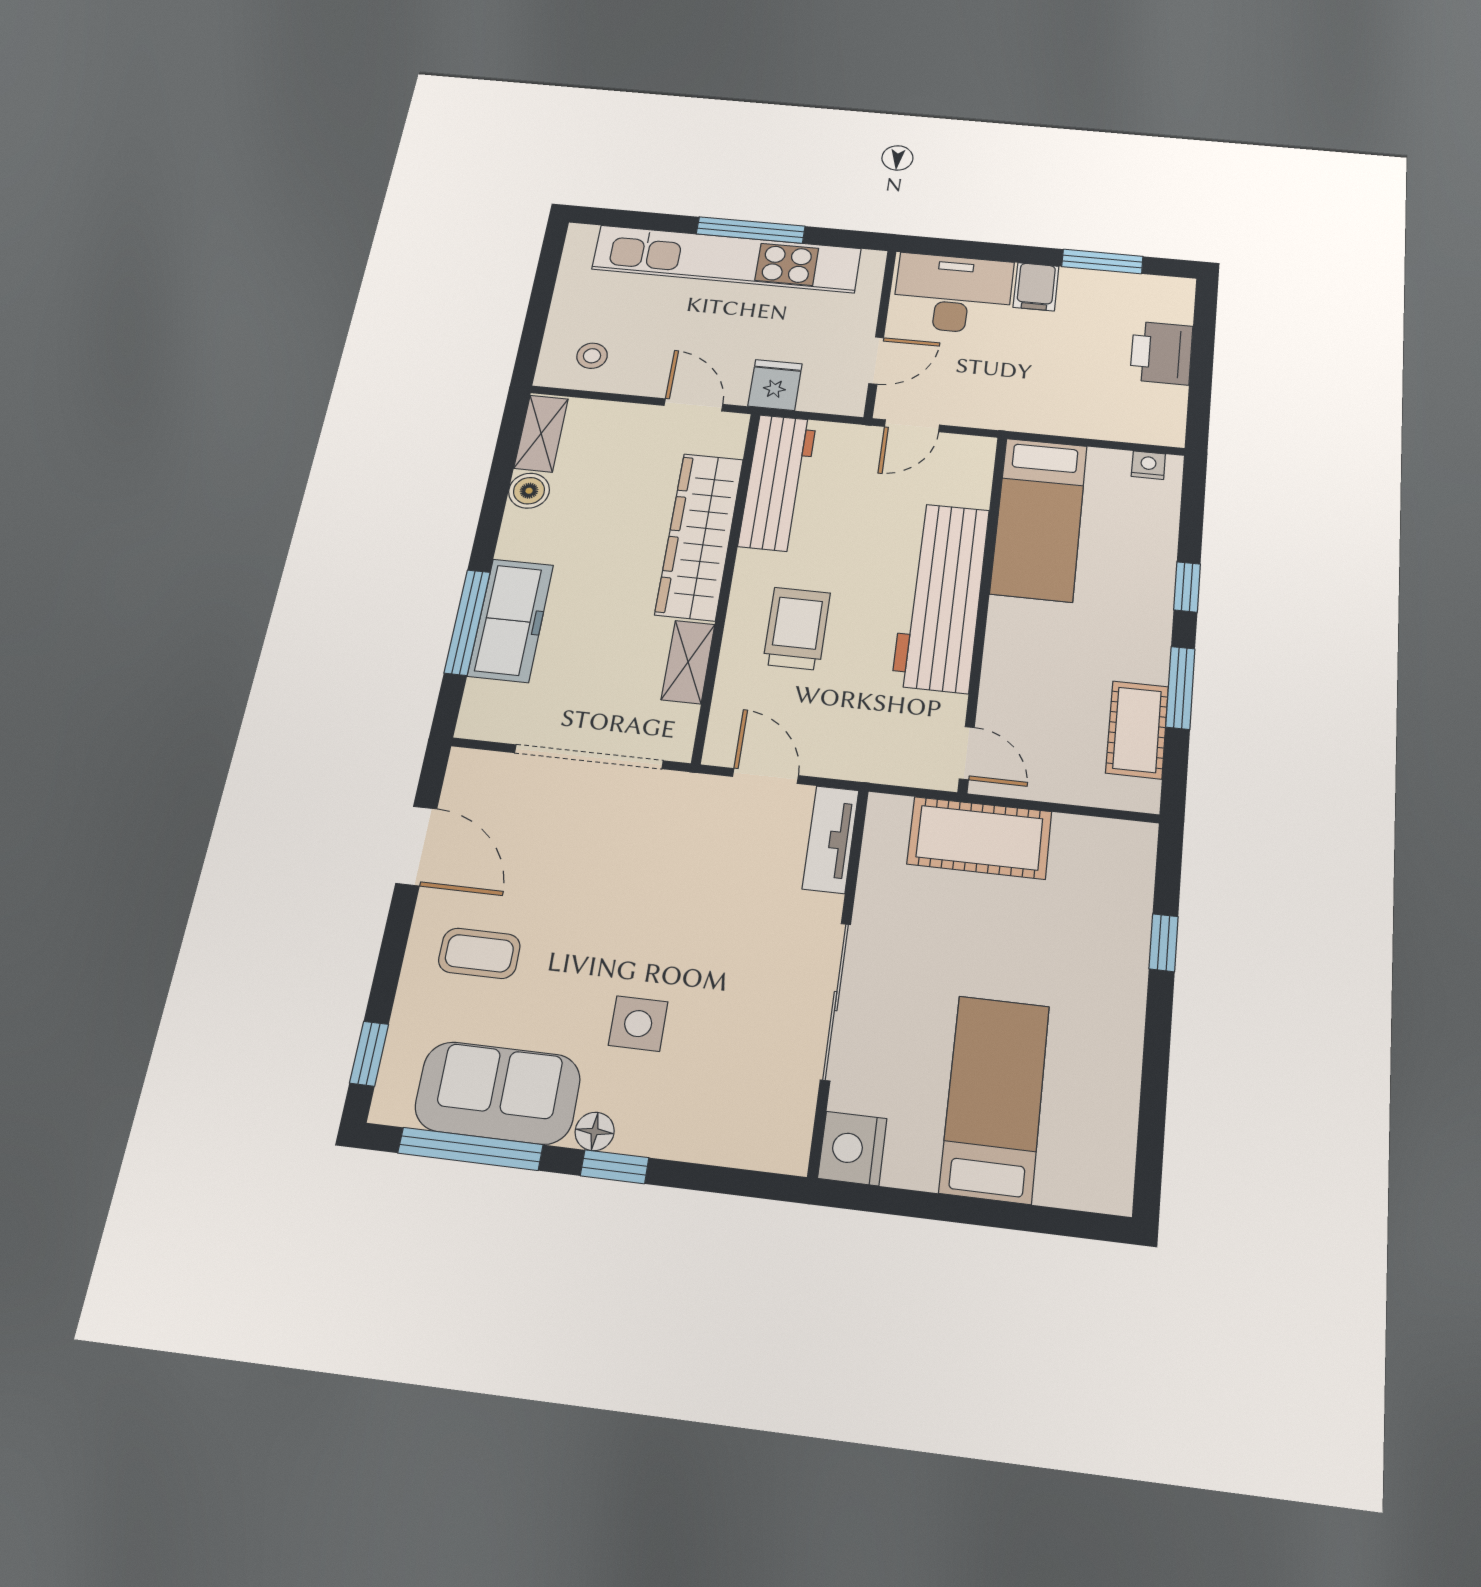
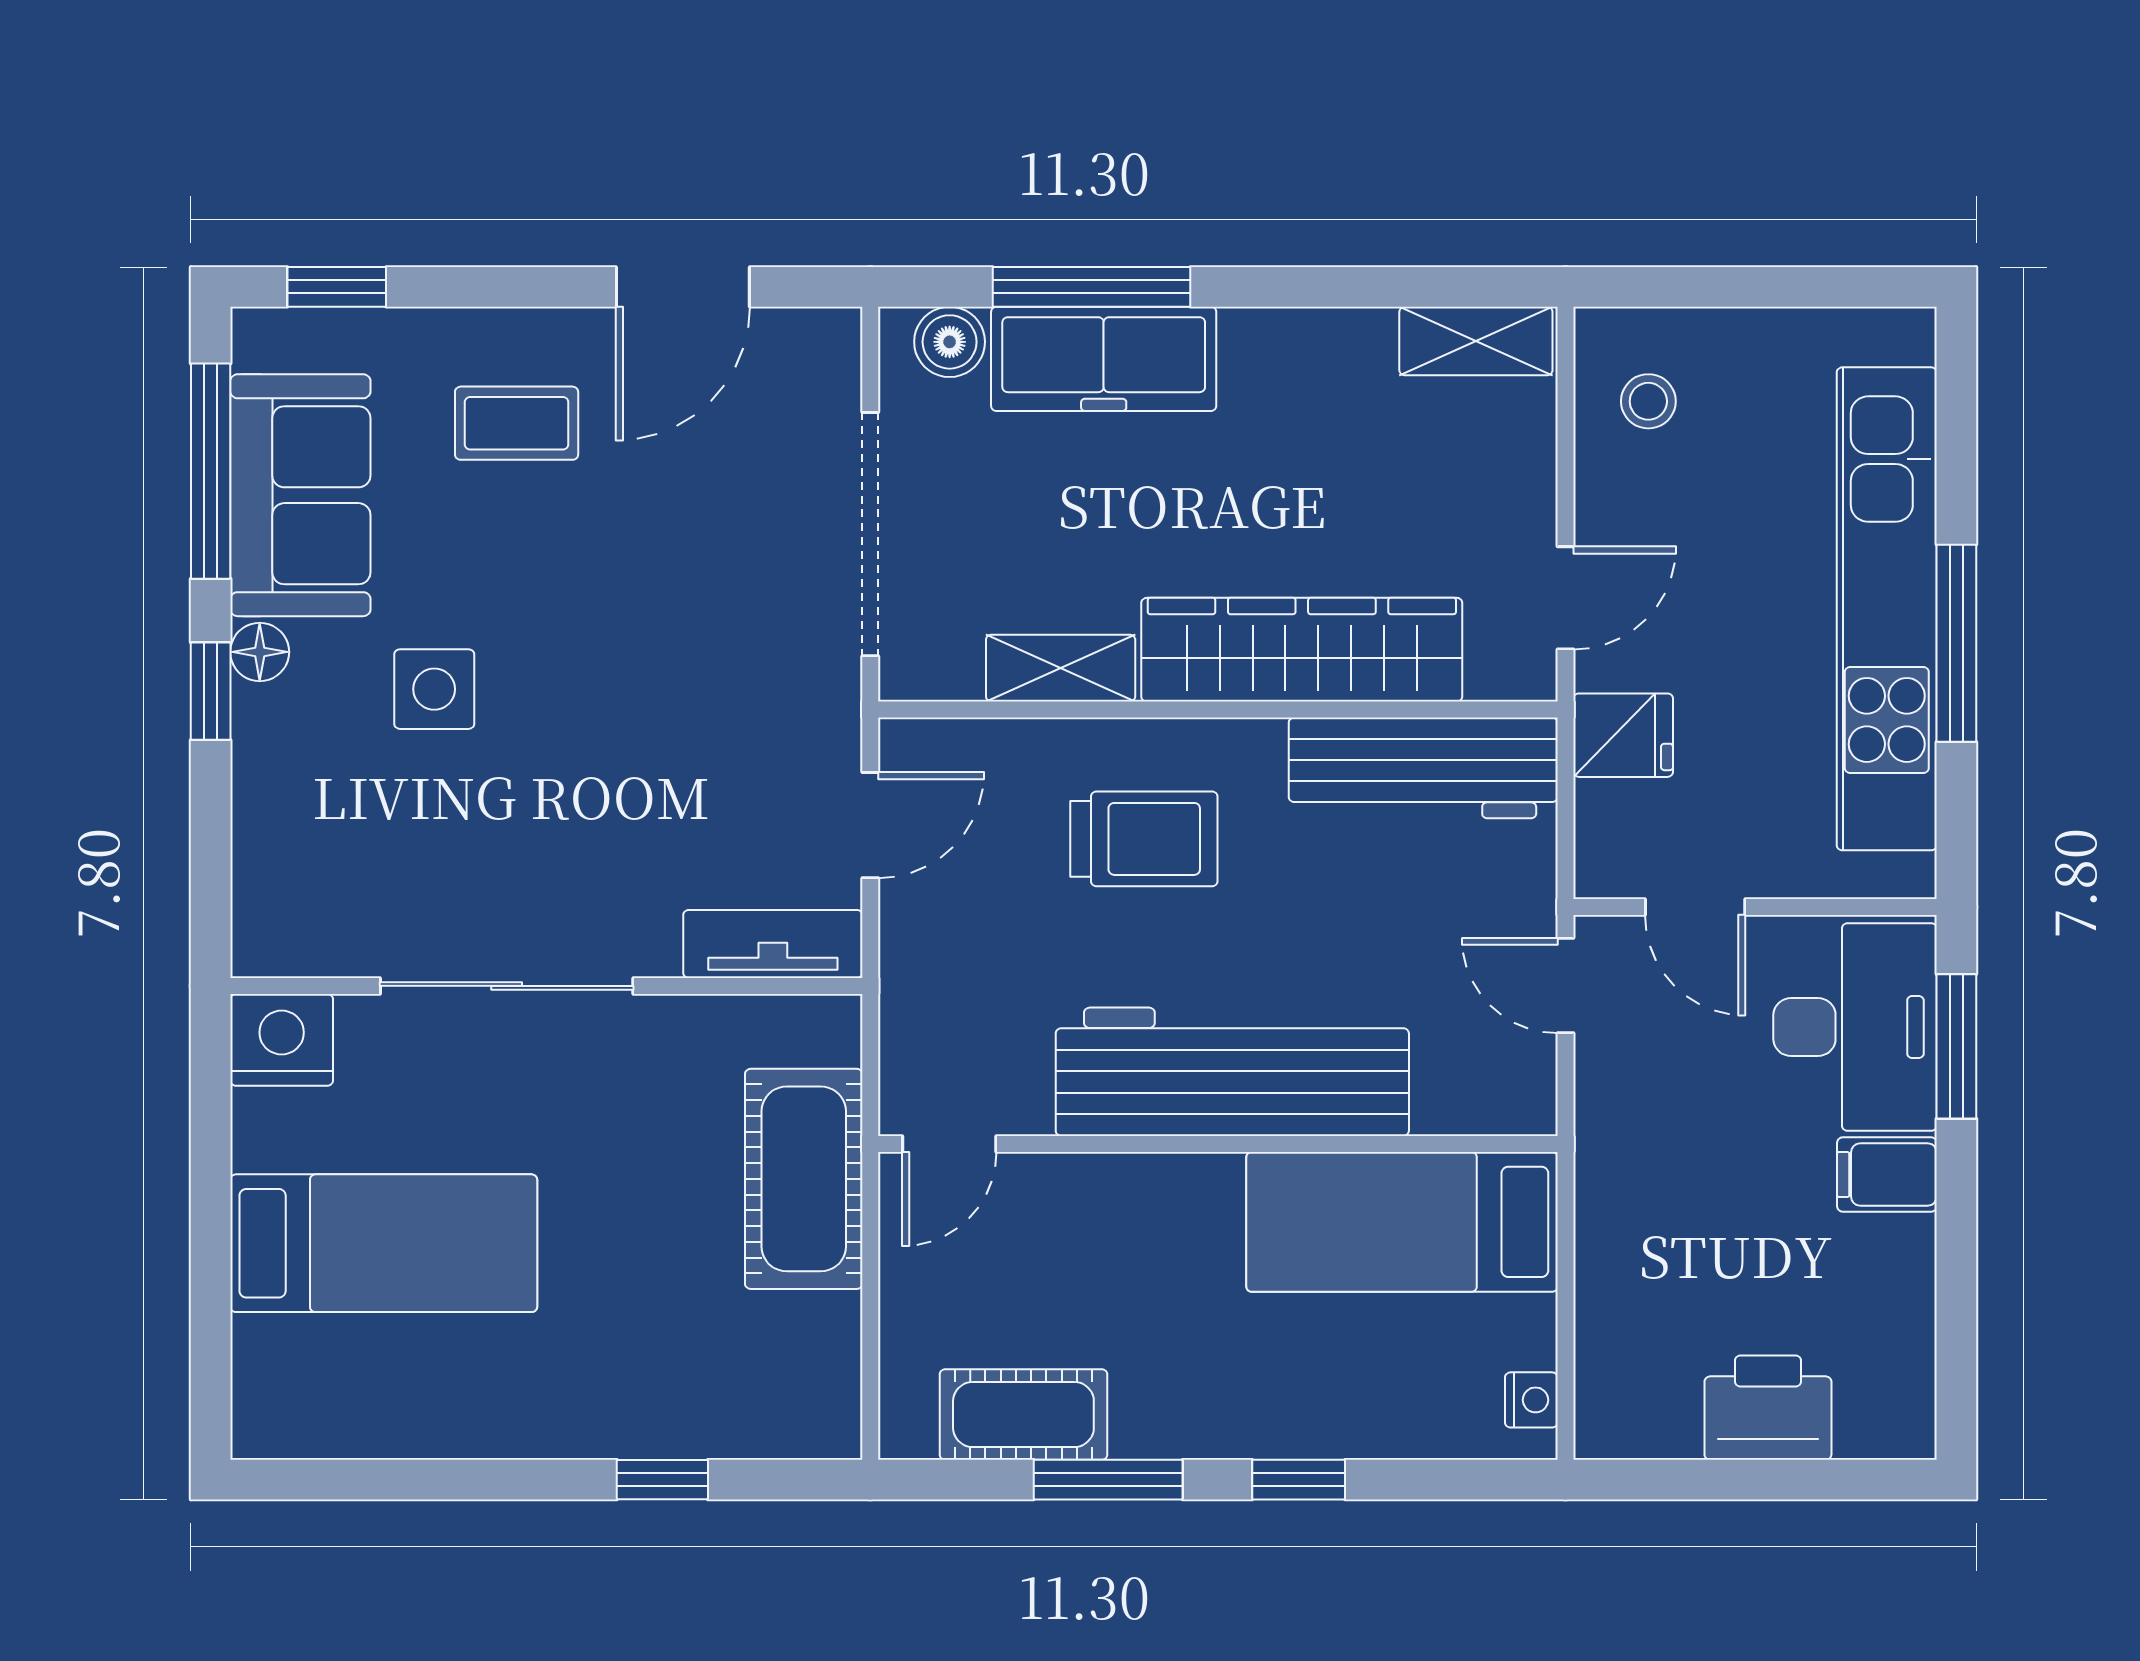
window: (1102, 261) -> (1956, 1046), moved
boiler: (529, 491) -> (950, 342), moved
coffee table: (479, 953) -> (517, 423), turned 90

